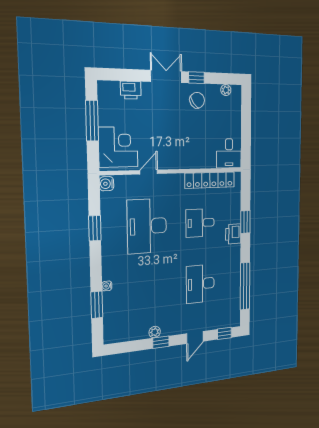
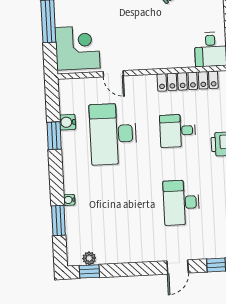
door: (149, 172) -> (113, 74), swing flipped
water cooler: (107, 184) -> (68, 122), moved
plant: (155, 332) -> (89, 258), moved
window: (161, 342) -> (89, 271), moved

